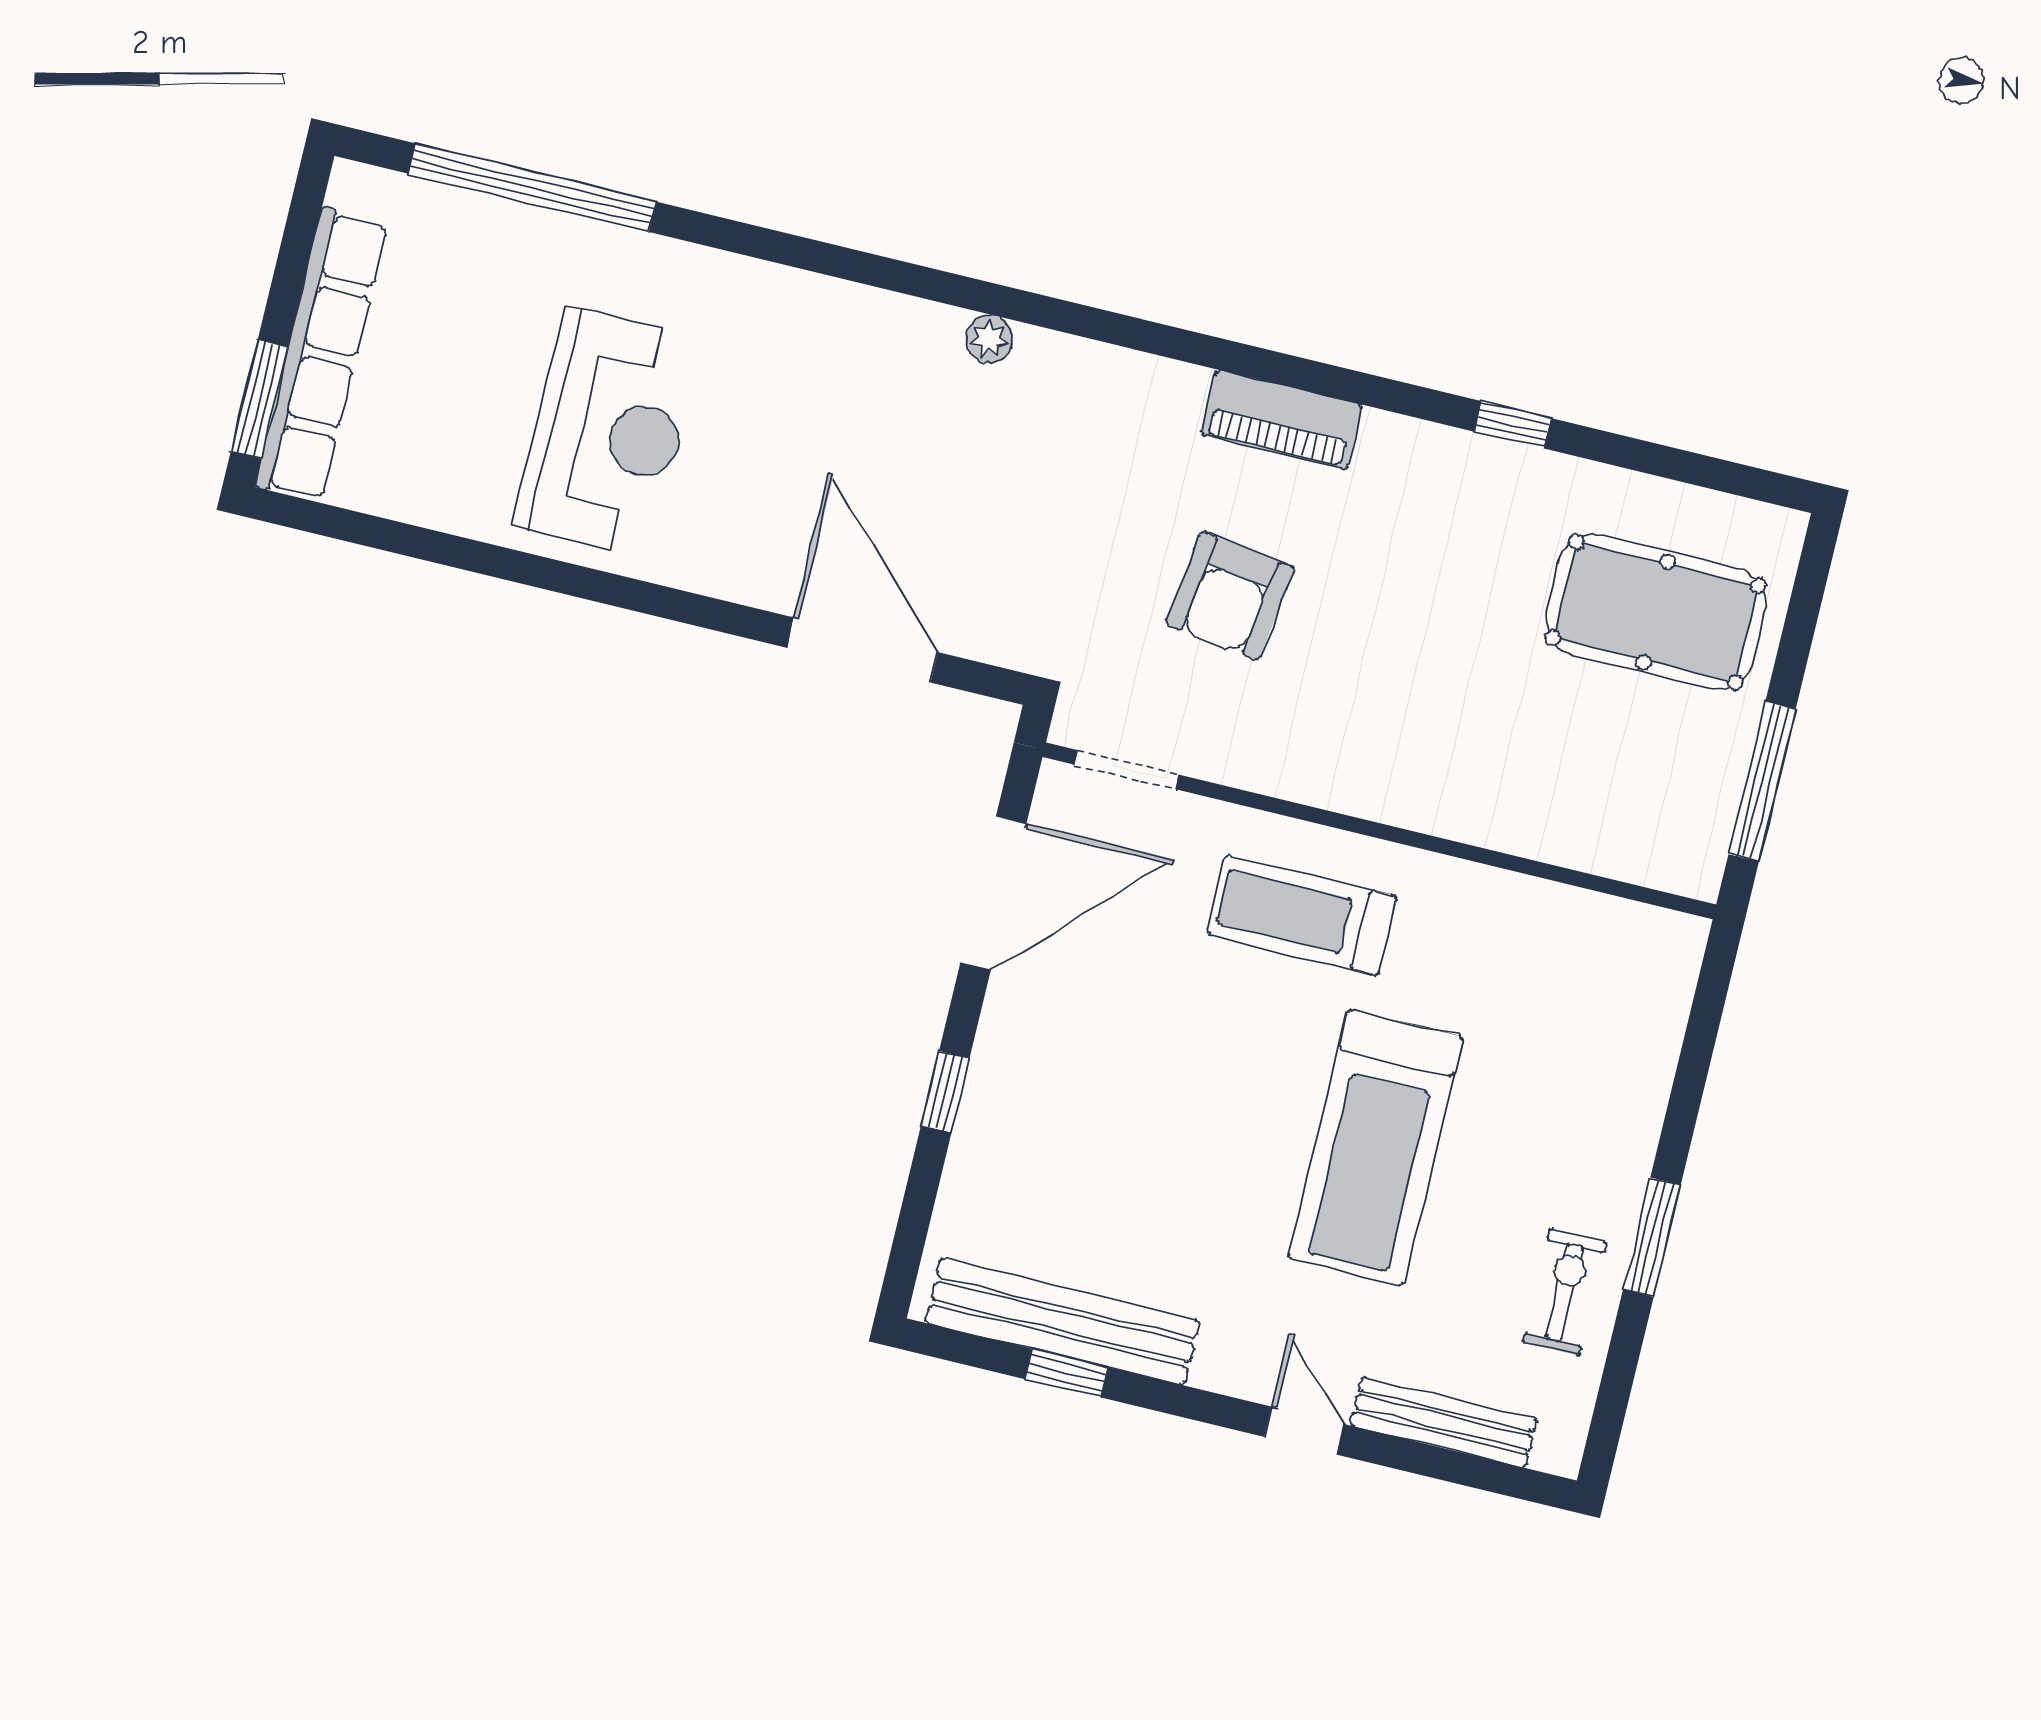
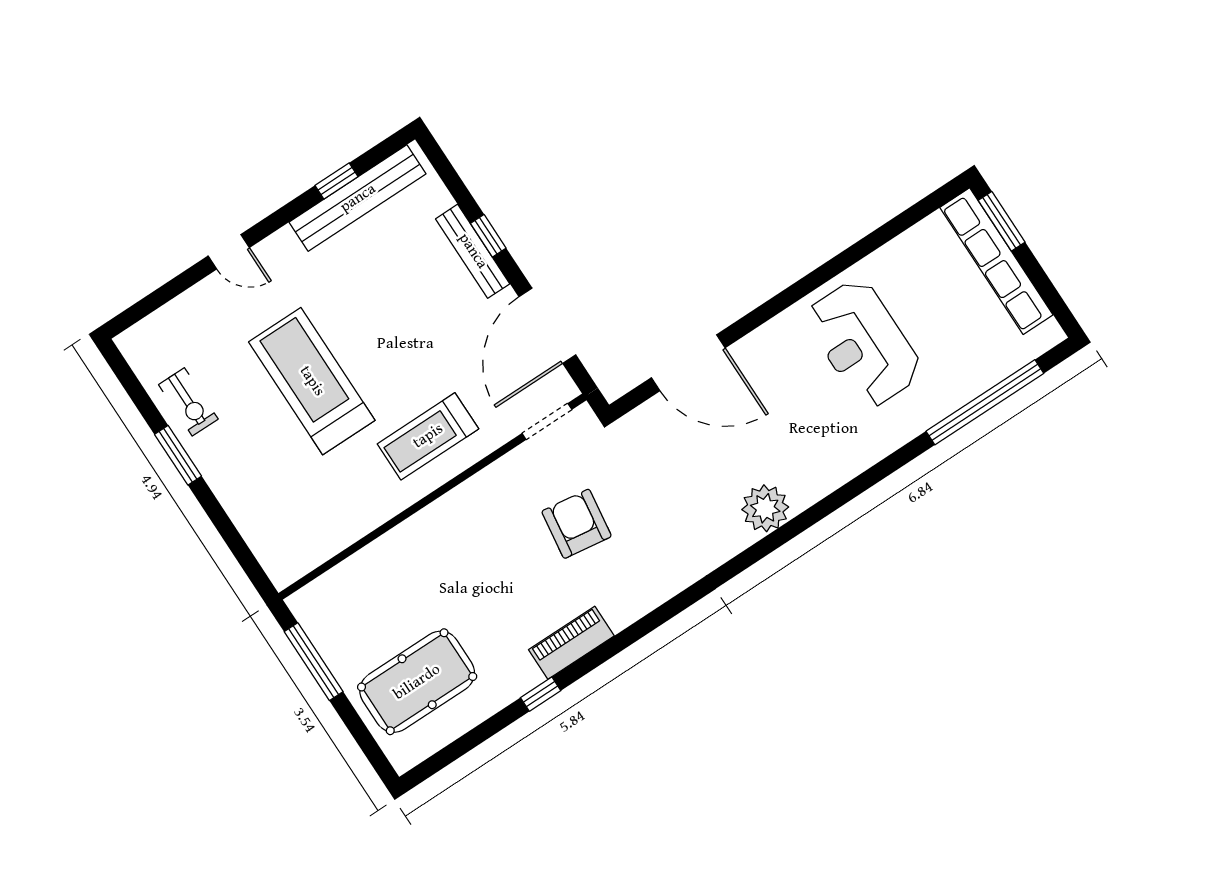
plant: (989, 339) -> (765, 508), width x1.87, depth x1.87
piano: (1281, 420) -> (571, 643), moved
treadmill: (1302, 915) -> (428, 436), turned 180
bench: (1444, 1422) -> (473, 251), moved, turned 90

